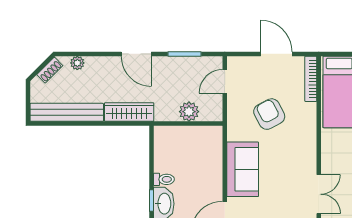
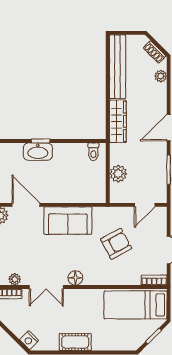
bookcase: (311, 79) -> (154, 280), width x0.64
door: (225, 81) -> (145, 205), swing flipped
floor lamp: (308, 161) -> (75, 278), added
toilet: (164, 179) -> (93, 152), moved

